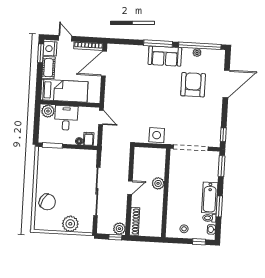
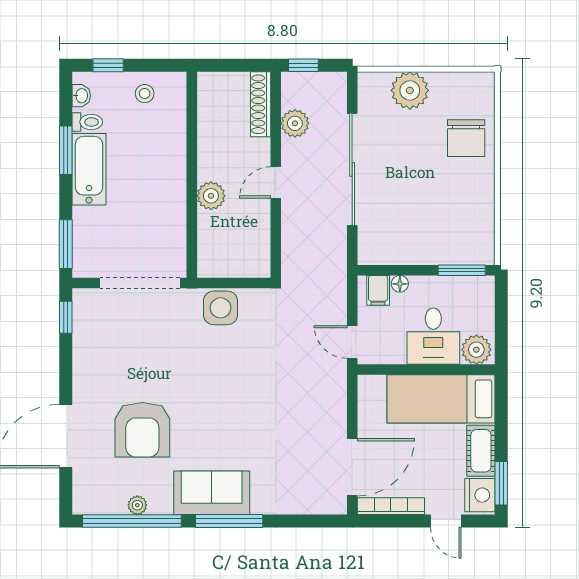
chair: (47, 202) -> (466, 138), turned -119
plant: (119, 229) -> (295, 123), moved

